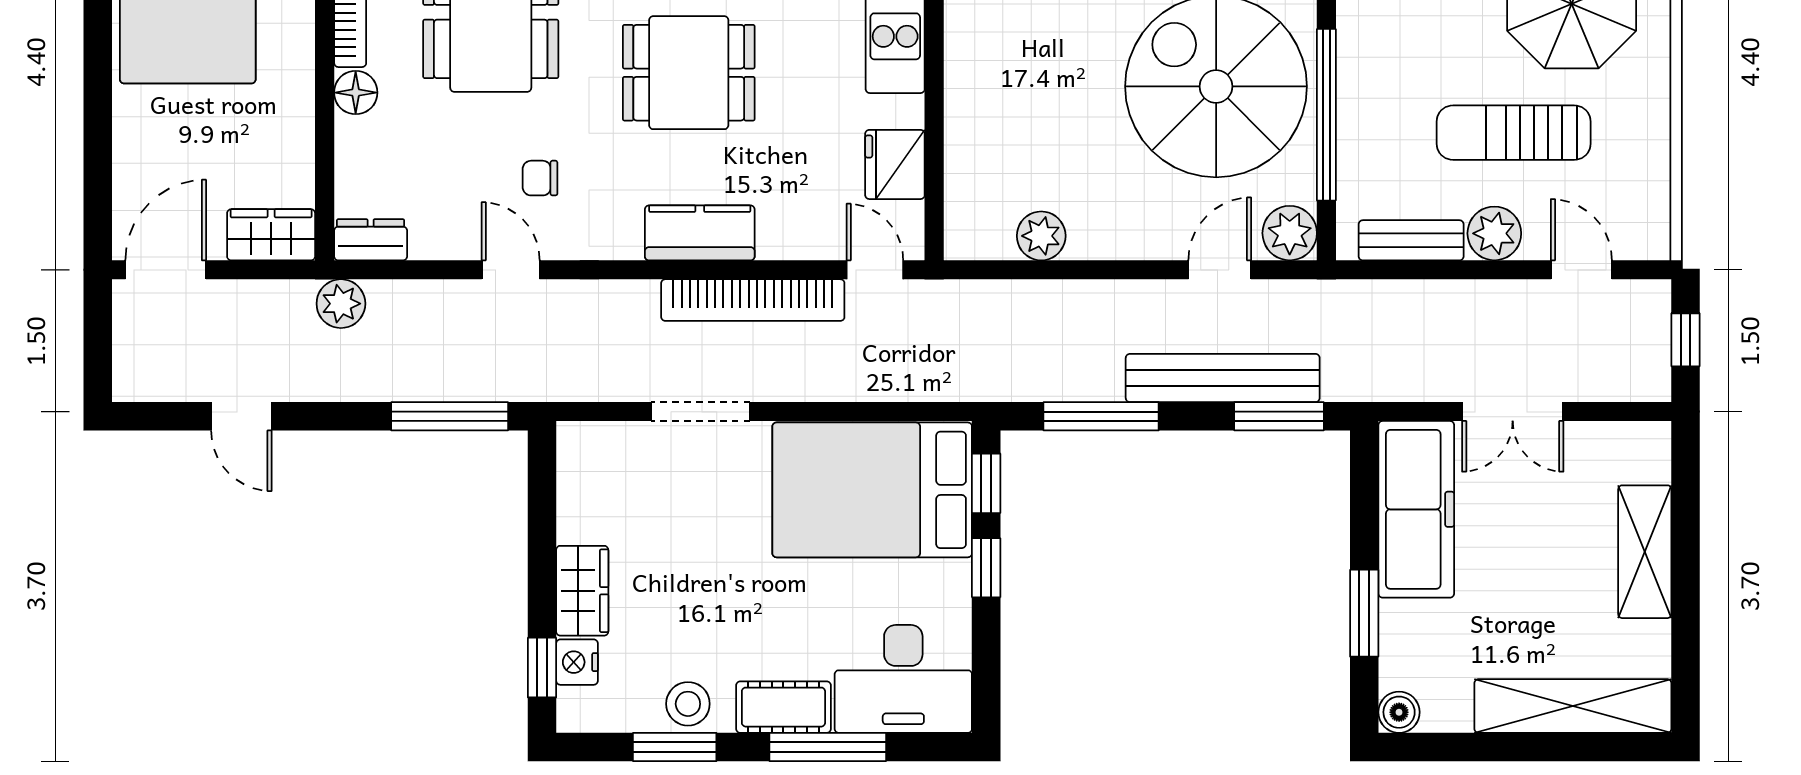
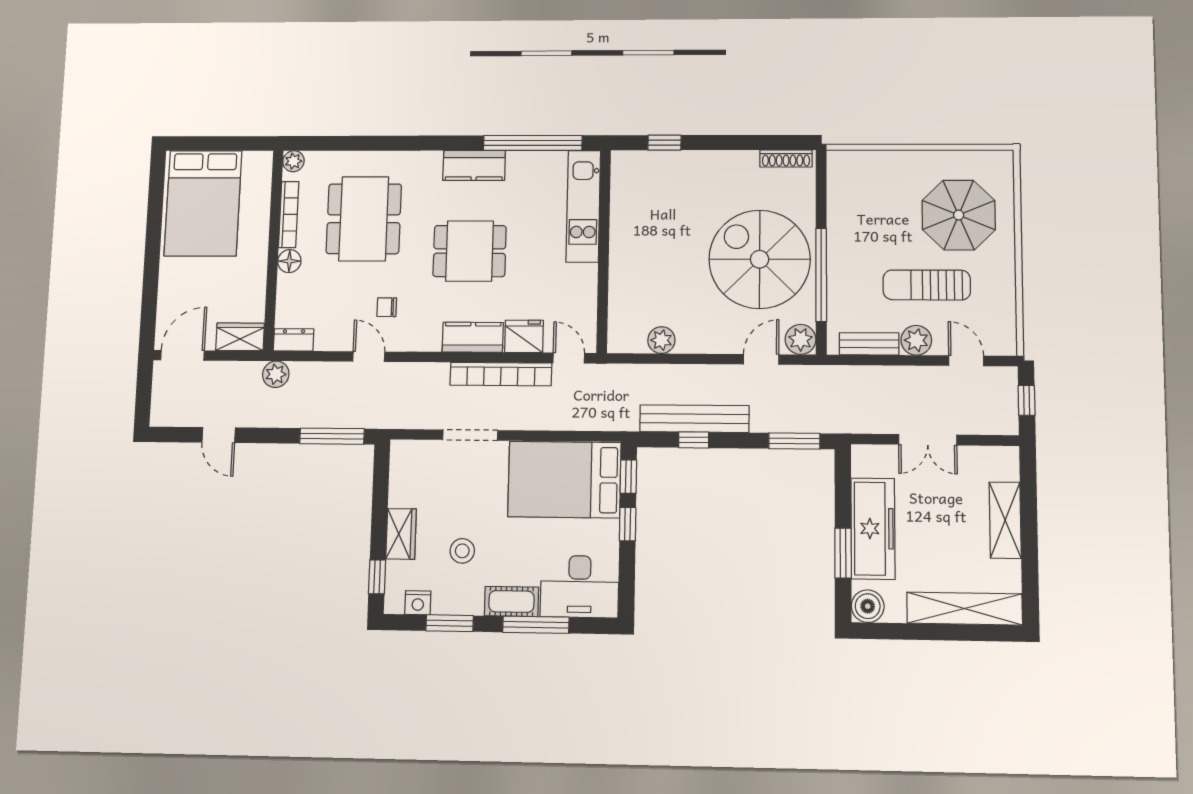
fridge: (895, 164) -> (524, 336), moved, turned 90
bench: (1223, 378) -> (694, 419), moved
window: (1101, 416) -> (694, 440), width x0.46
freezer: (1416, 509) -> (873, 529), moved
nightstand: (577, 662) -> (418, 603), moved, turned -90
stool: (688, 704) -> (462, 551), moved
boiler: (1399, 712) -> (868, 606), width x1.36, depth x1.36

